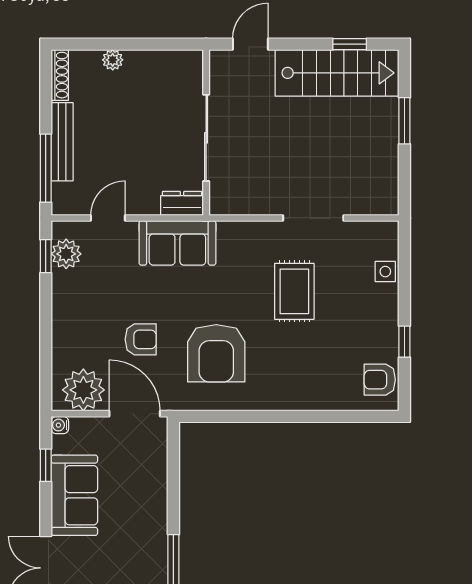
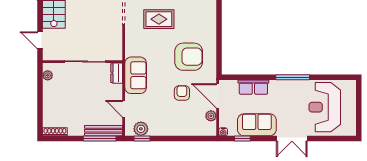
plant: (113, 60) -> (48, 75), moved
bench: (62, 142) -> (104, 131), moved
plant: (83, 390) -> (211, 116), width x0.53, depth x0.53
door: (135, 414) -> (218, 96), hinge flipped
row of seats: (153, 488) -> (253, 87), added

